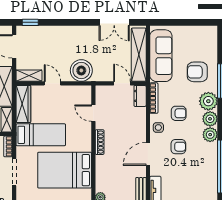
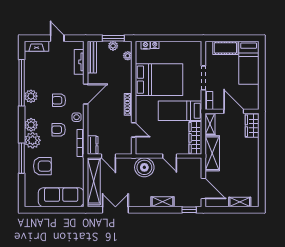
sofa: (161, 56) -> (61, 197), moved, turned 90
shelving: (29, 76) -> (163, 202), moved
plant: (210, 135) -> (31, 96), moved

